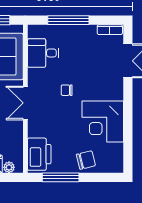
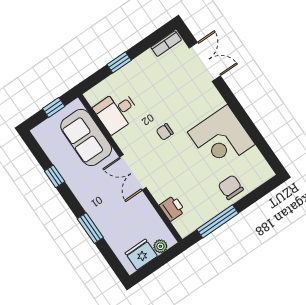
window: (68, 20) -> (119, 62), width x0.46
printer: (39, 154) -> (172, 208), width x0.53, depth x0.68
chair: (86, 160) -> (231, 187), turned -76

